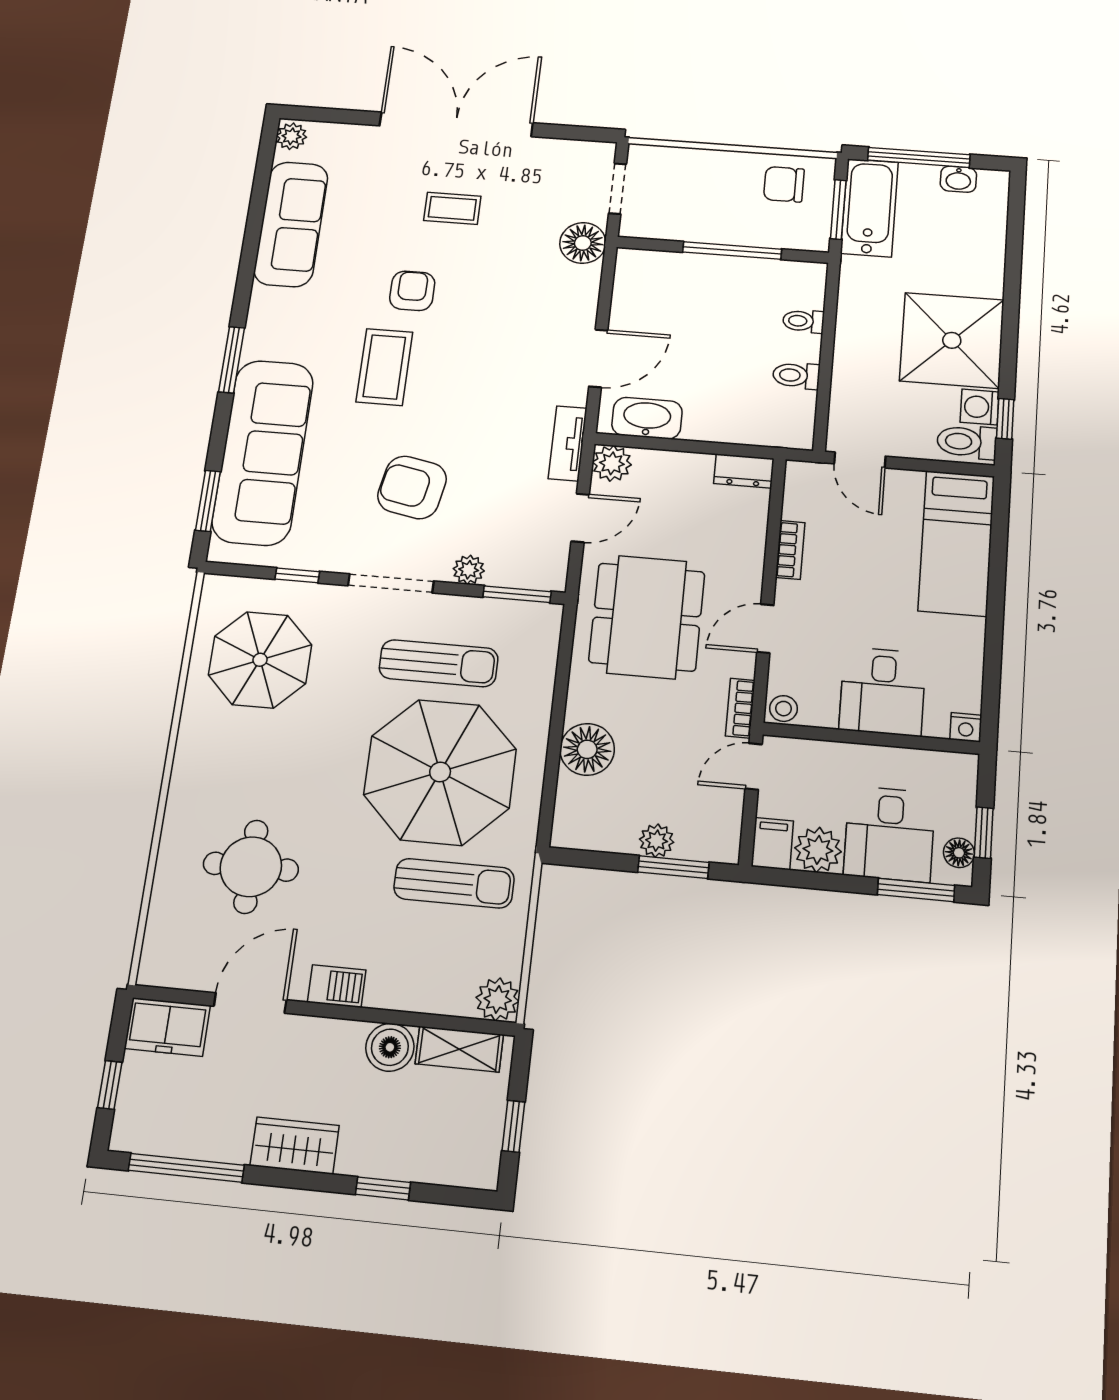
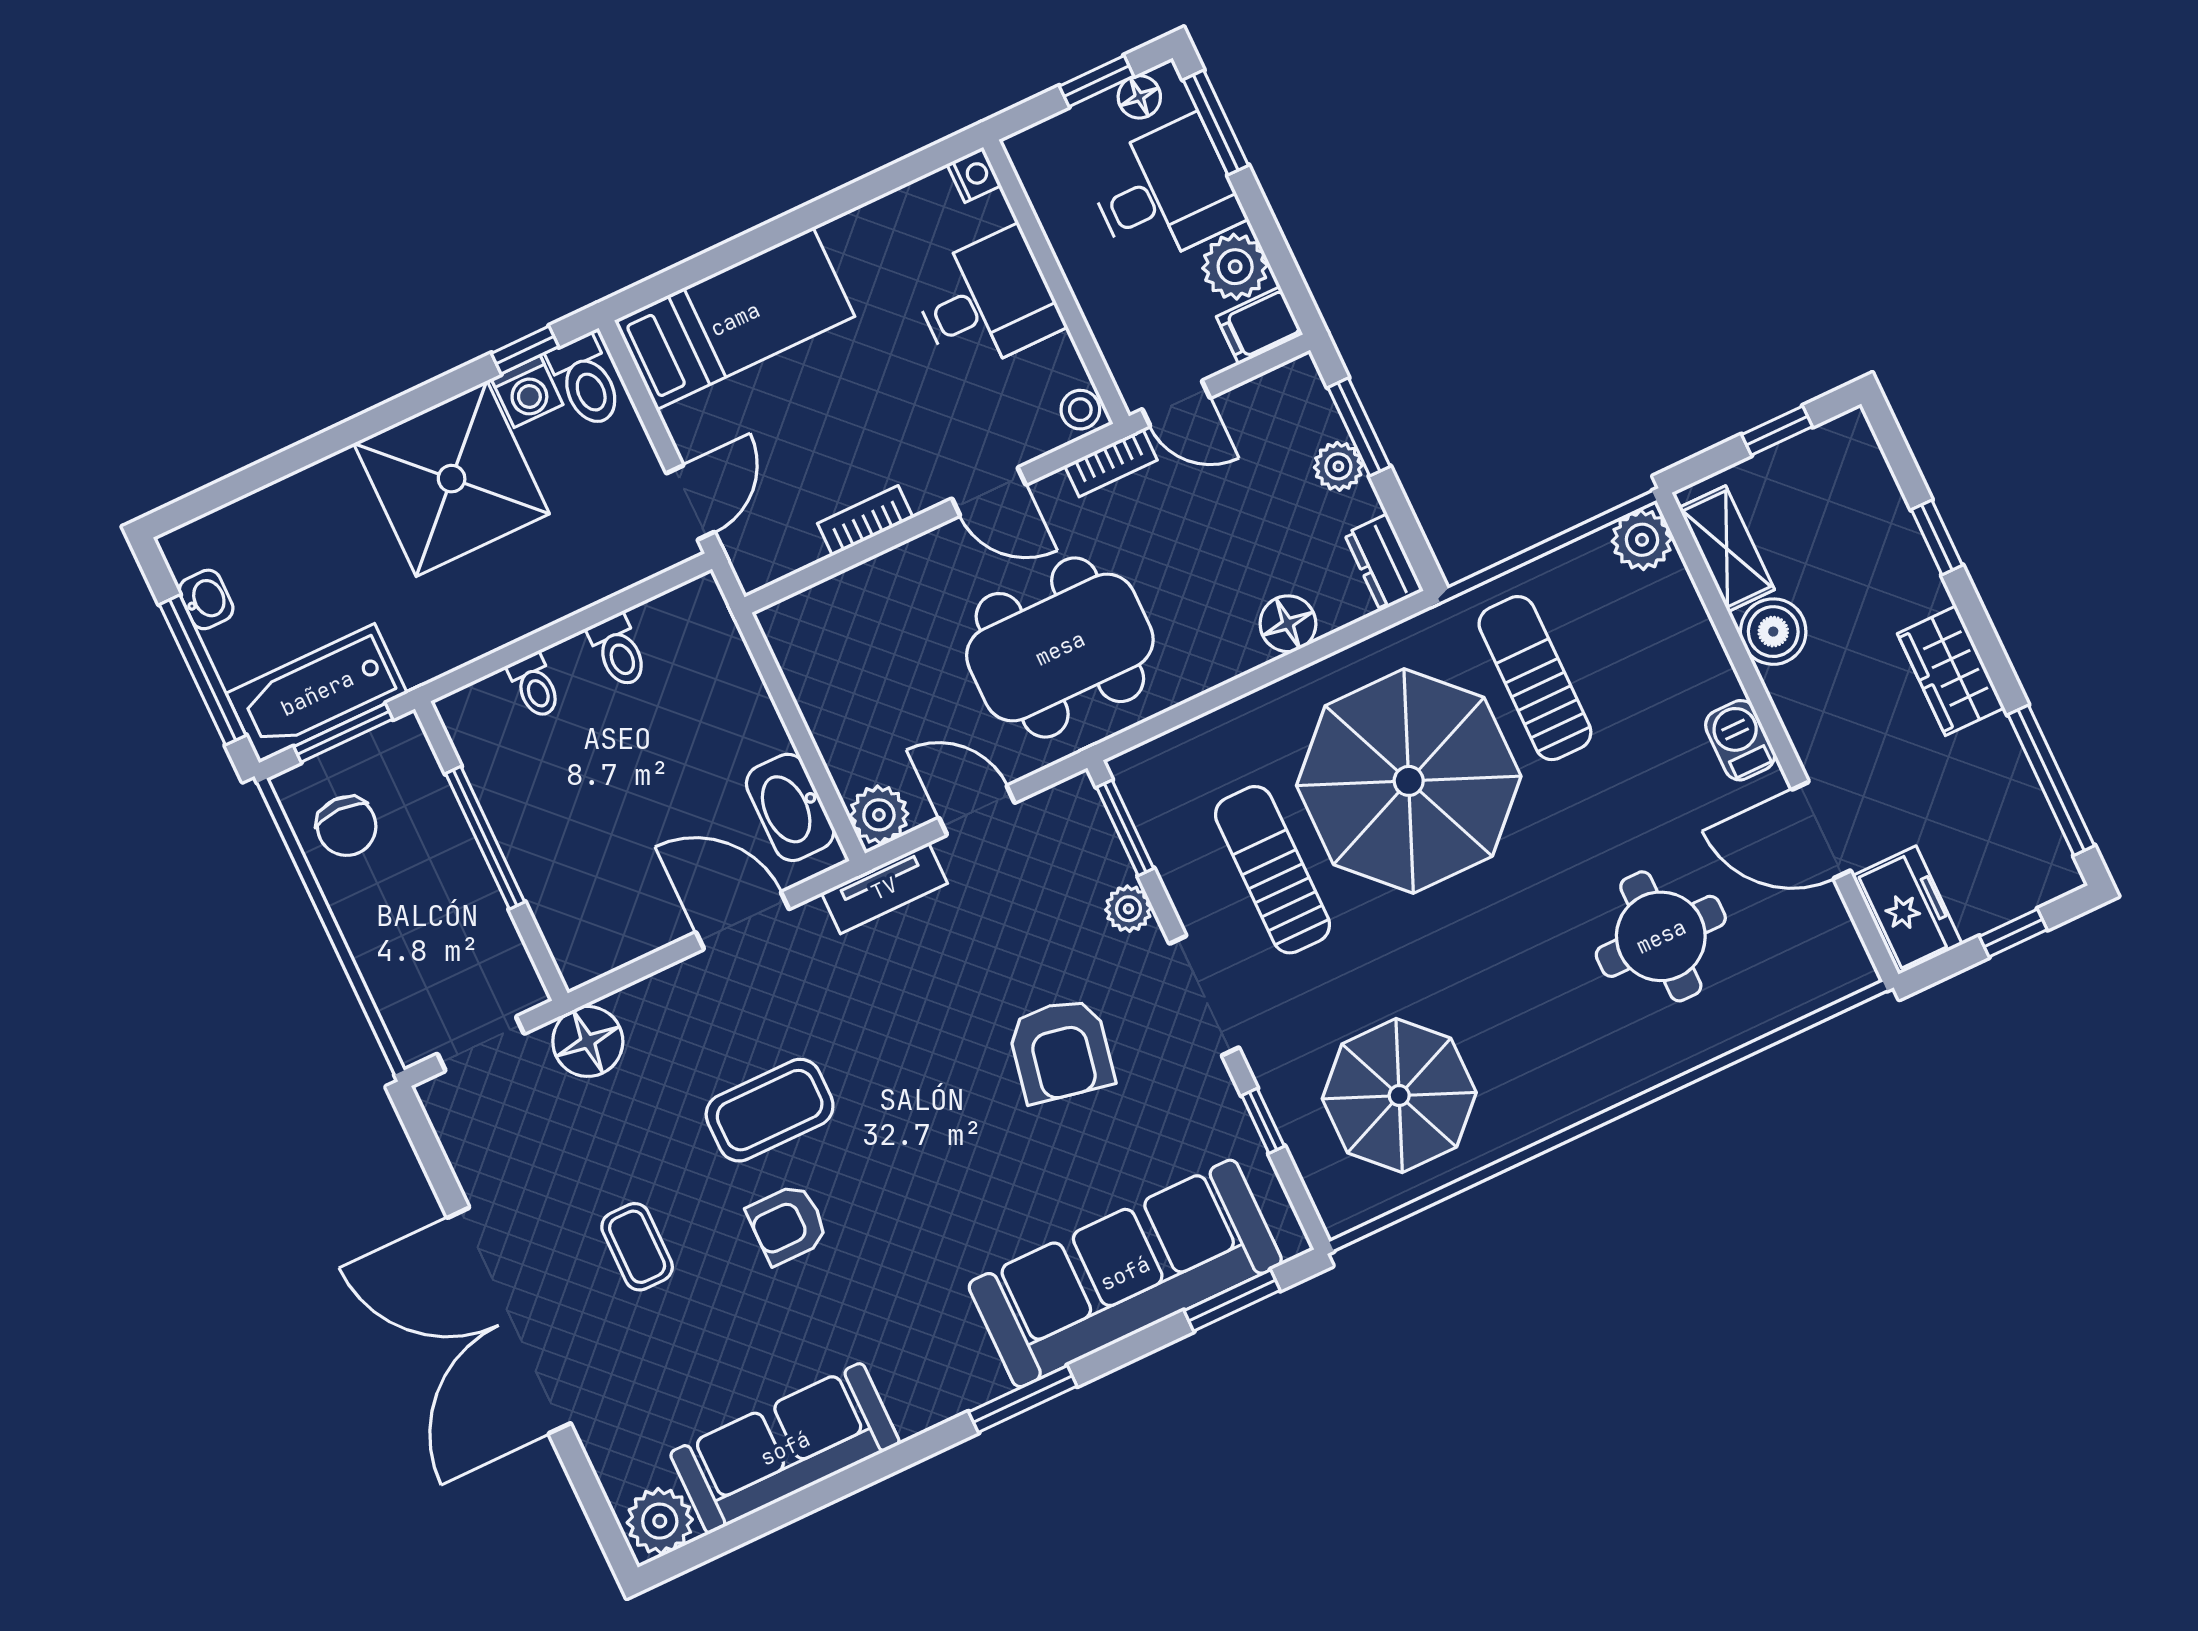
plant: (291, 136) -> (660, 1521), width x1.38, depth x1.38
coffee table: (384, 367) -> (770, 1110), moved
dresser: (744, 471) -> (1384, 562), moved, turned 180
floor lamp: (587, 749) -> (1288, 624), width x0.73, depth x0.73

